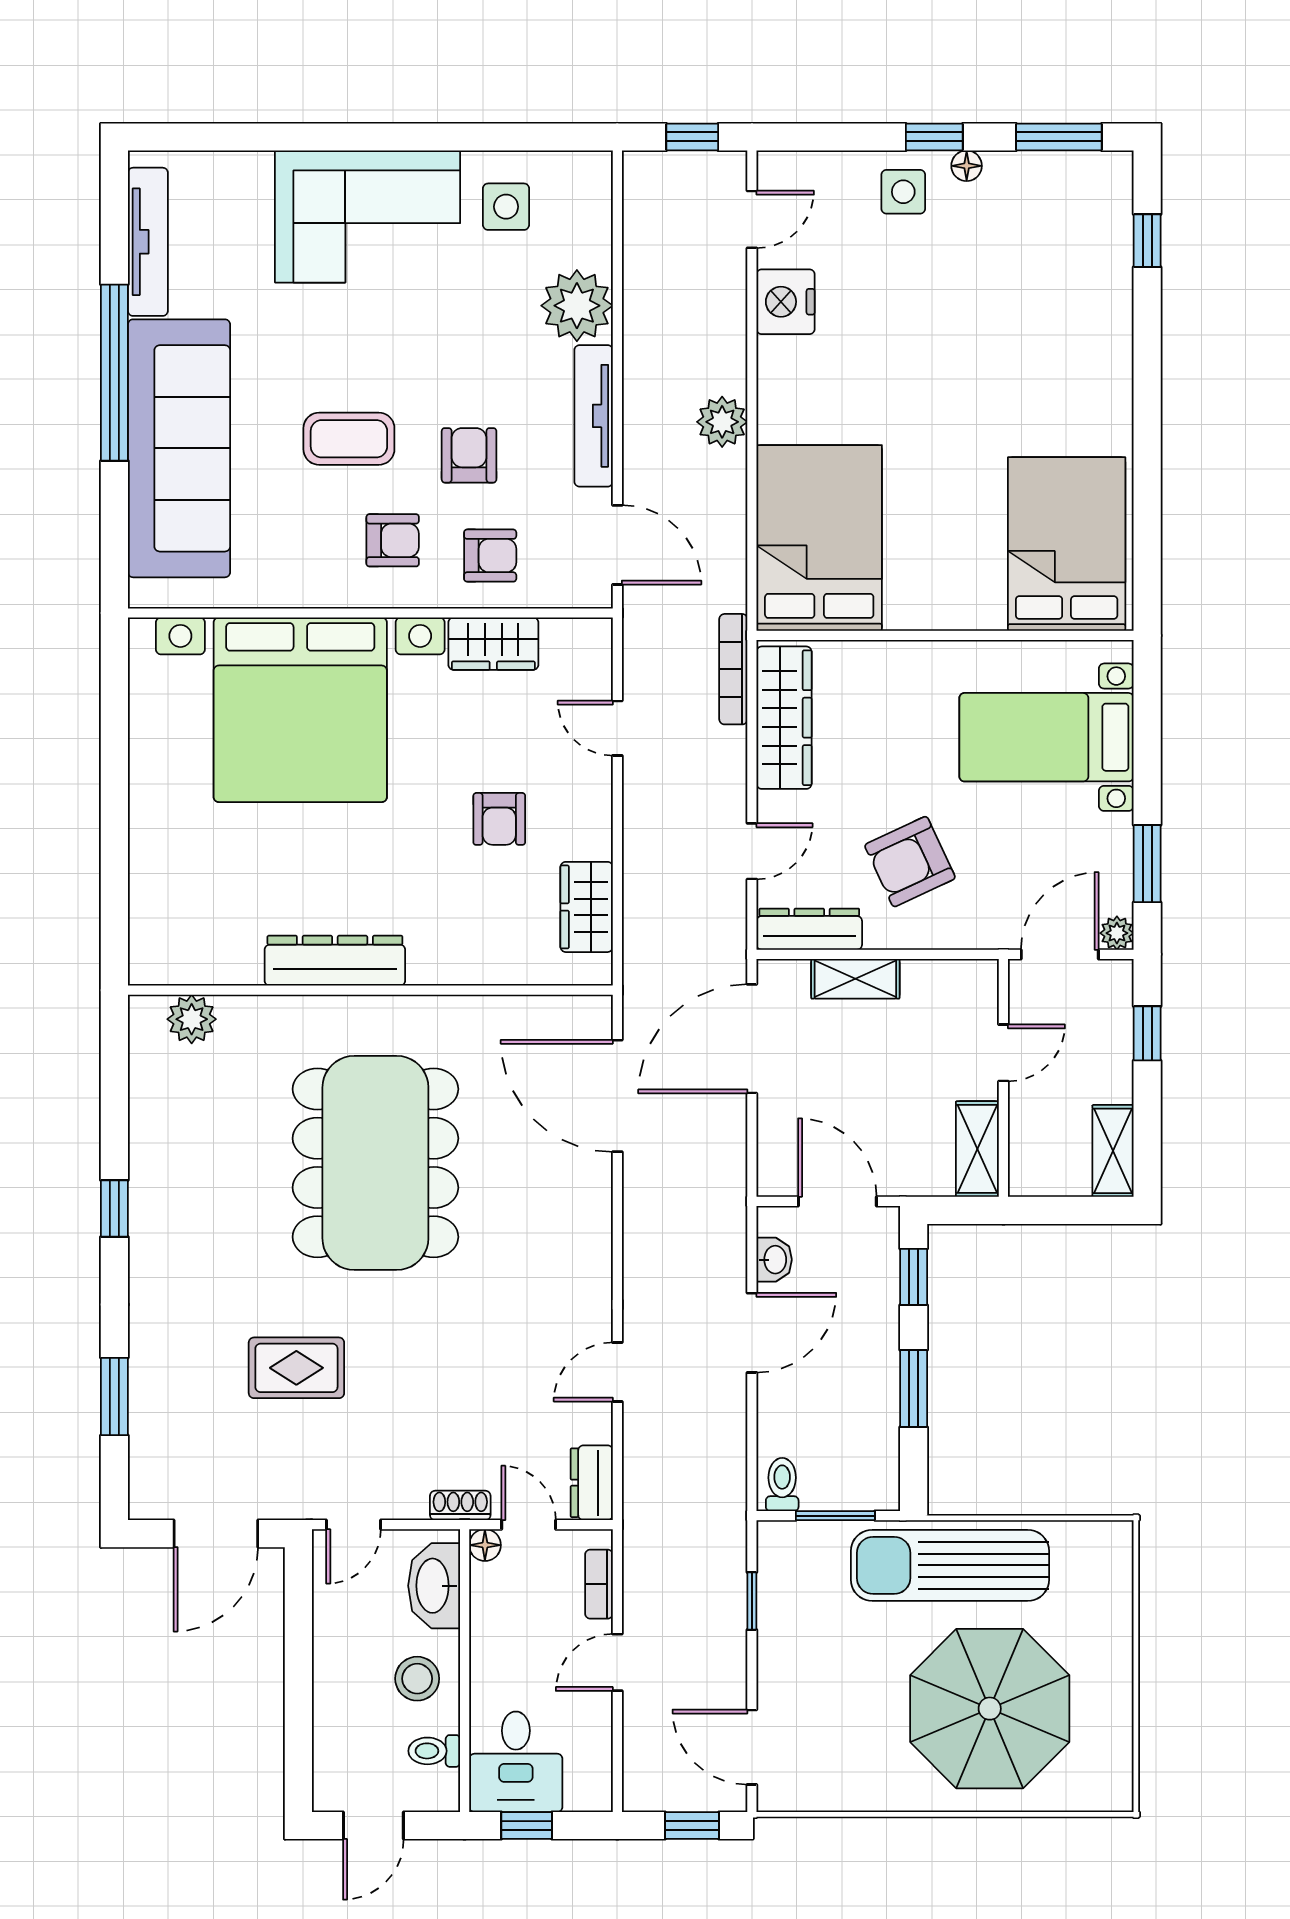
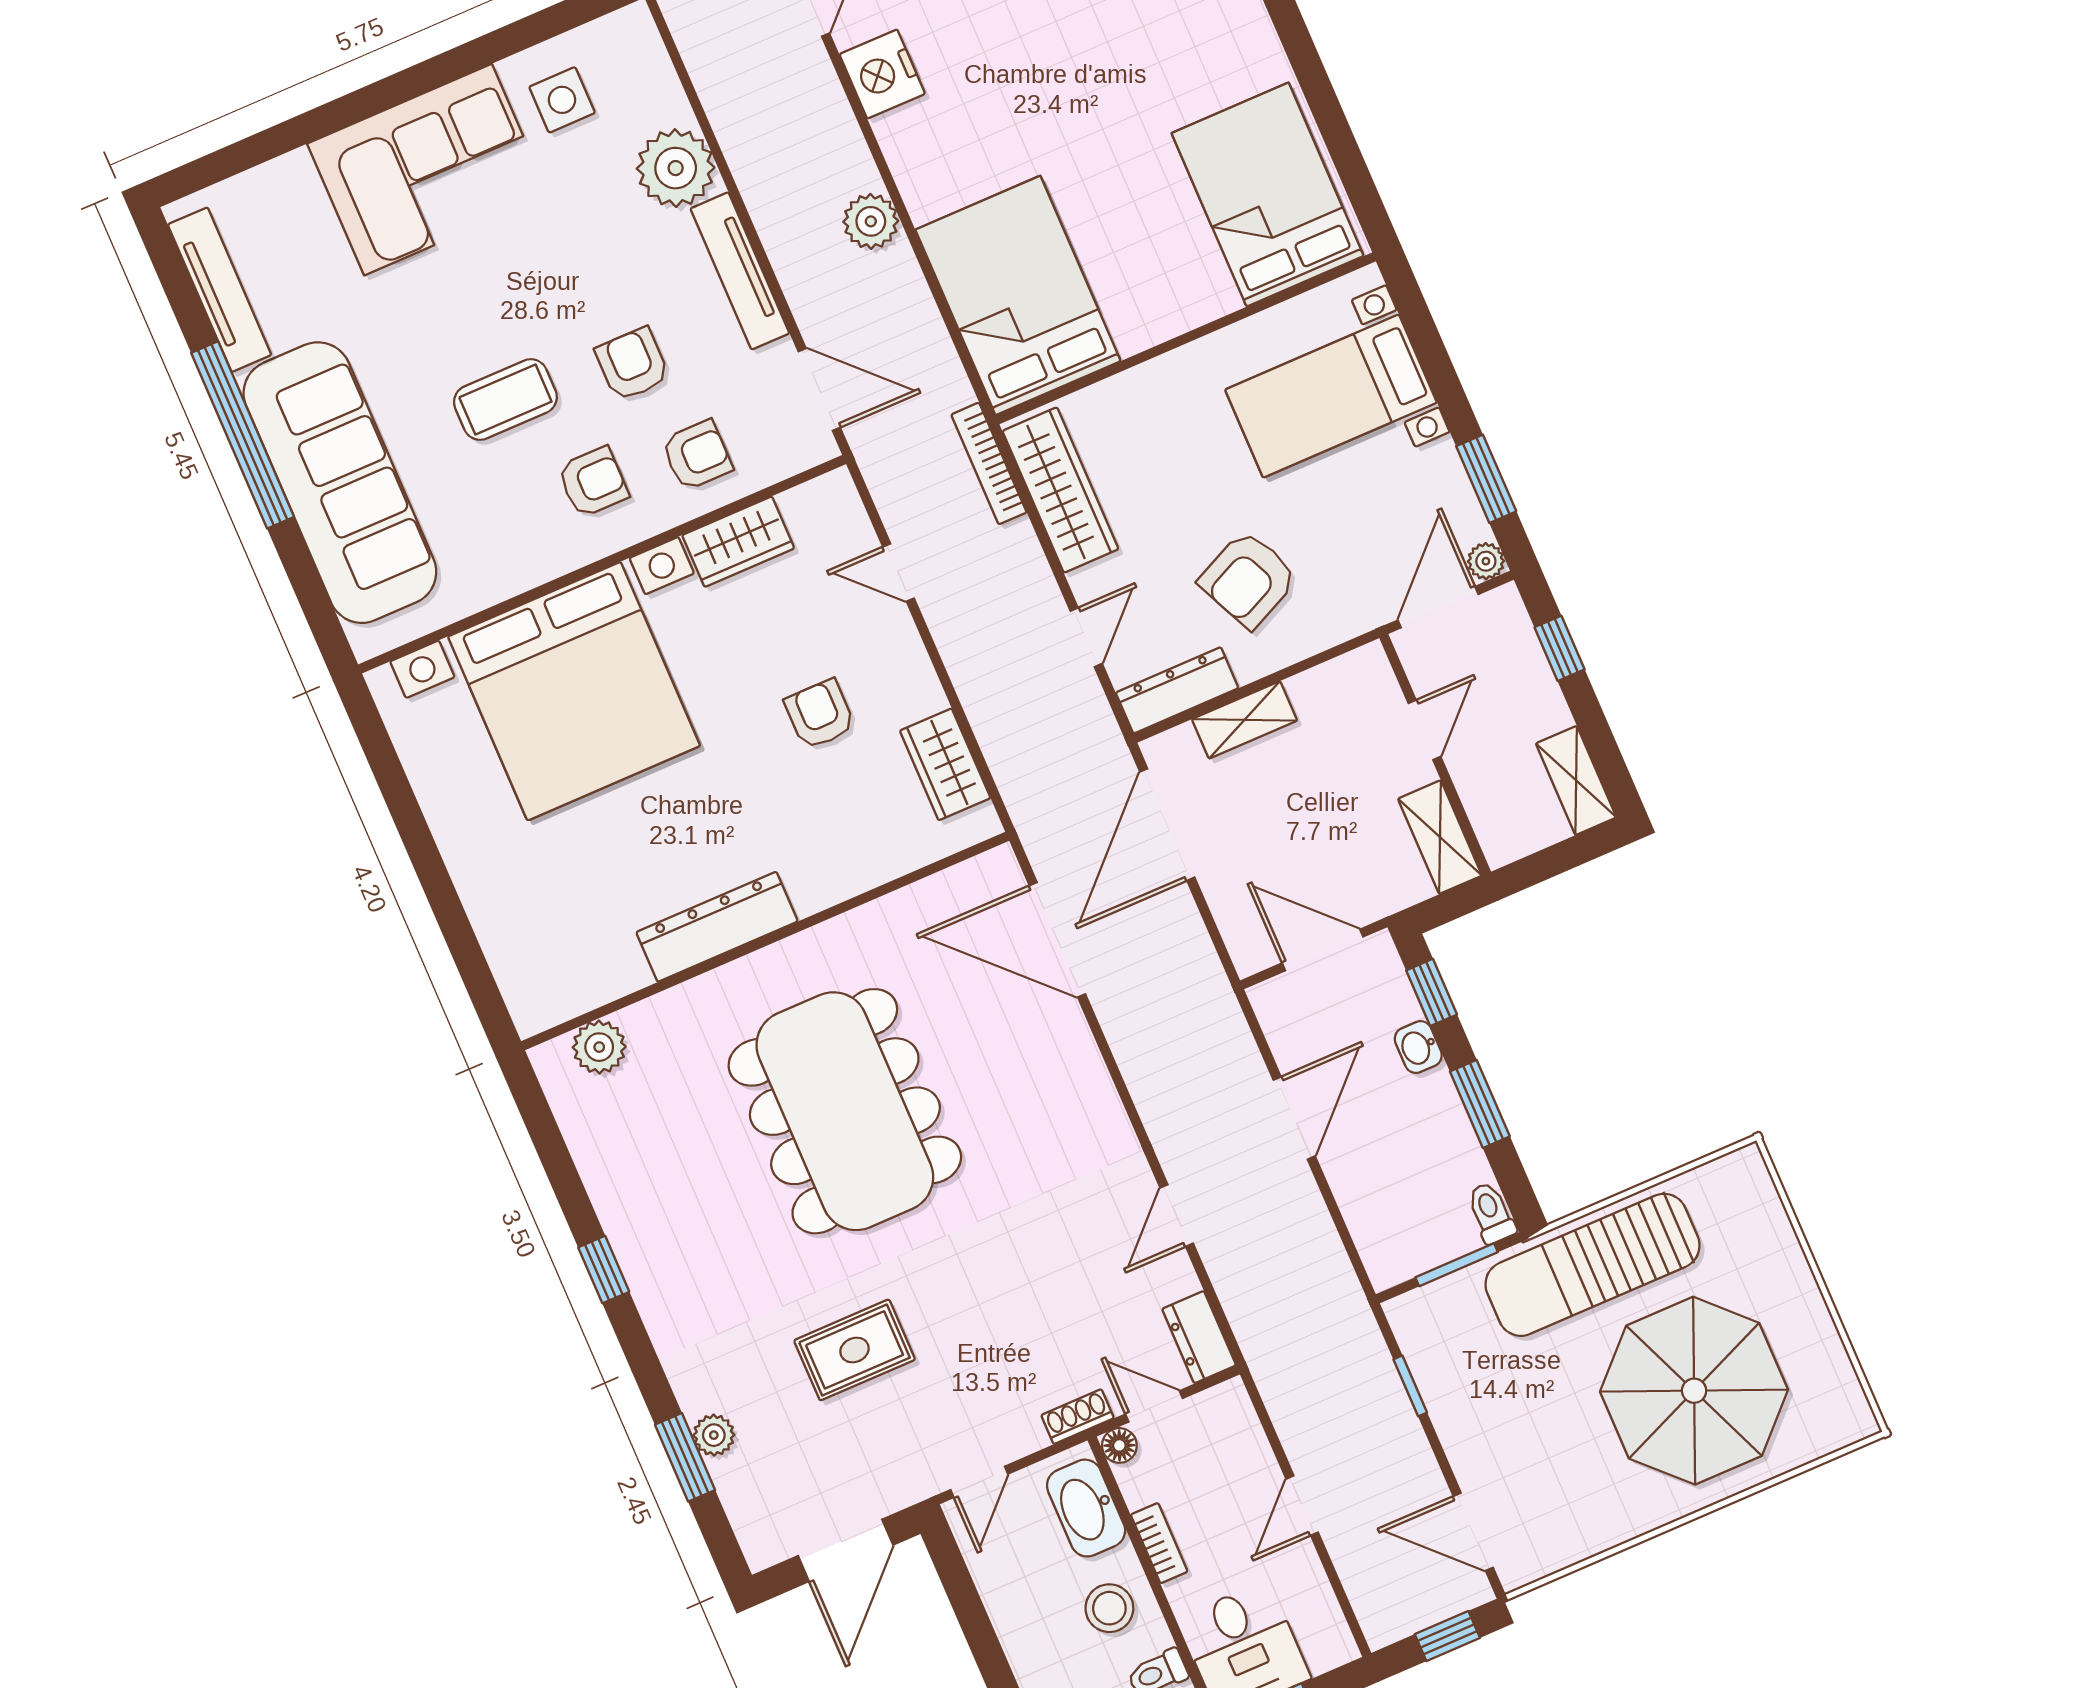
armchair: (499, 819) -> (820, 714), turned 180
washbasin: (774, 1260) -> (1418, 1047), moved, turned 180
plant: (147, 1388) -> (714, 1435), added
toilet: (782, 1485) -> (1491, 1213), moved
bookcase: (599, 1584) -> (1159, 1543), moved, turned 180

